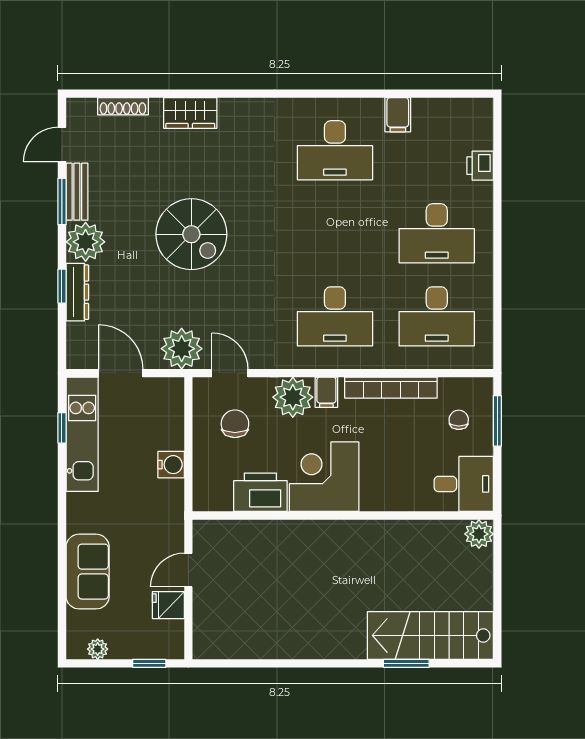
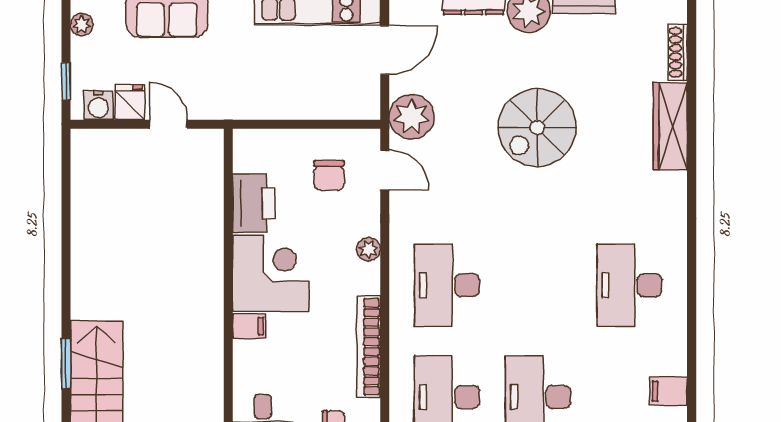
wardrobe: (190, 113) -> (670, 126), width x1.50
filing cabinet: (398, 115) -> (668, 391), moved
door: (230, 373) -> (385, 170), hinge flipped
filing cabinet: (326, 392) -> (249, 326), moved, turned 180
plant: (293, 397) -> (368, 249), width x0.53, depth x0.53
chair: (235, 424) -> (329, 175), turned 90
water cooler: (171, 465) -> (98, 105), moved

